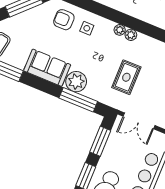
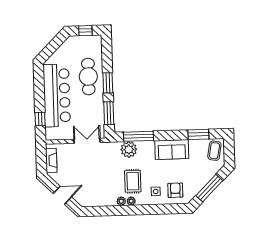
armchair: (64, 20) -> (175, 190), turned -90
rug: (126, 77) -> (133, 181), moved
plant: (76, 82) -> (129, 149), moved

